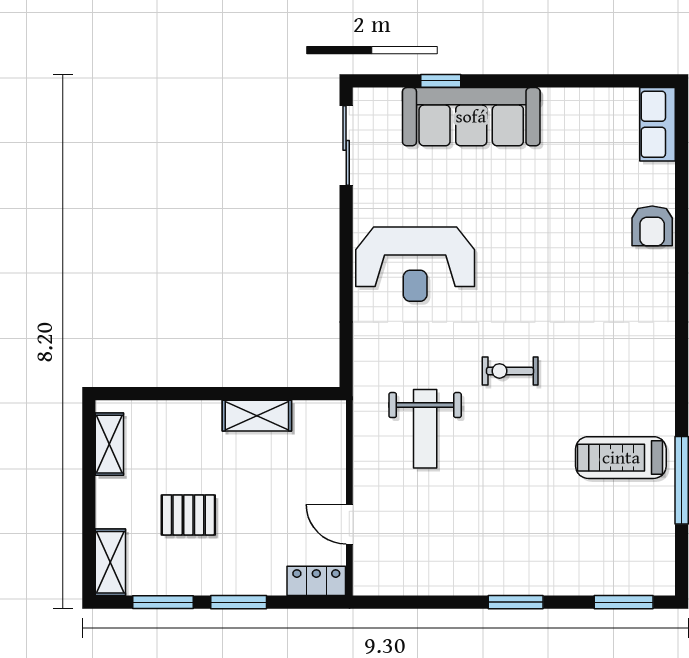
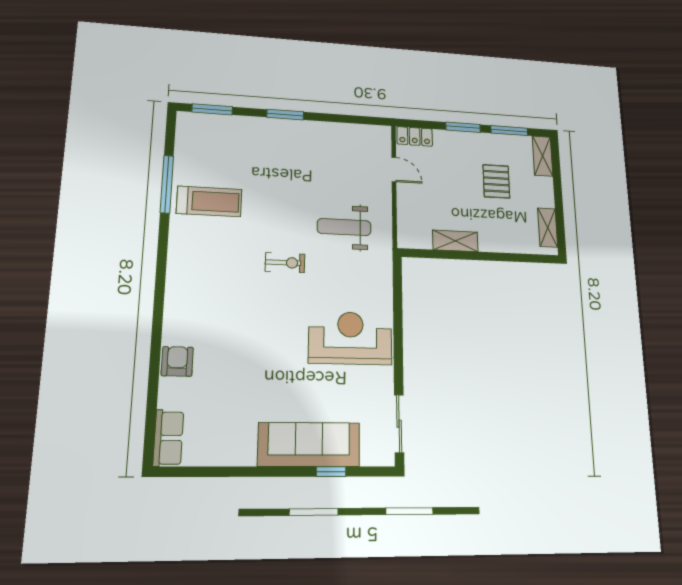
weight bench: (425, 429) -> (344, 227), turned -90
pallet: (188, 515) -> (496, 181), turned 90

